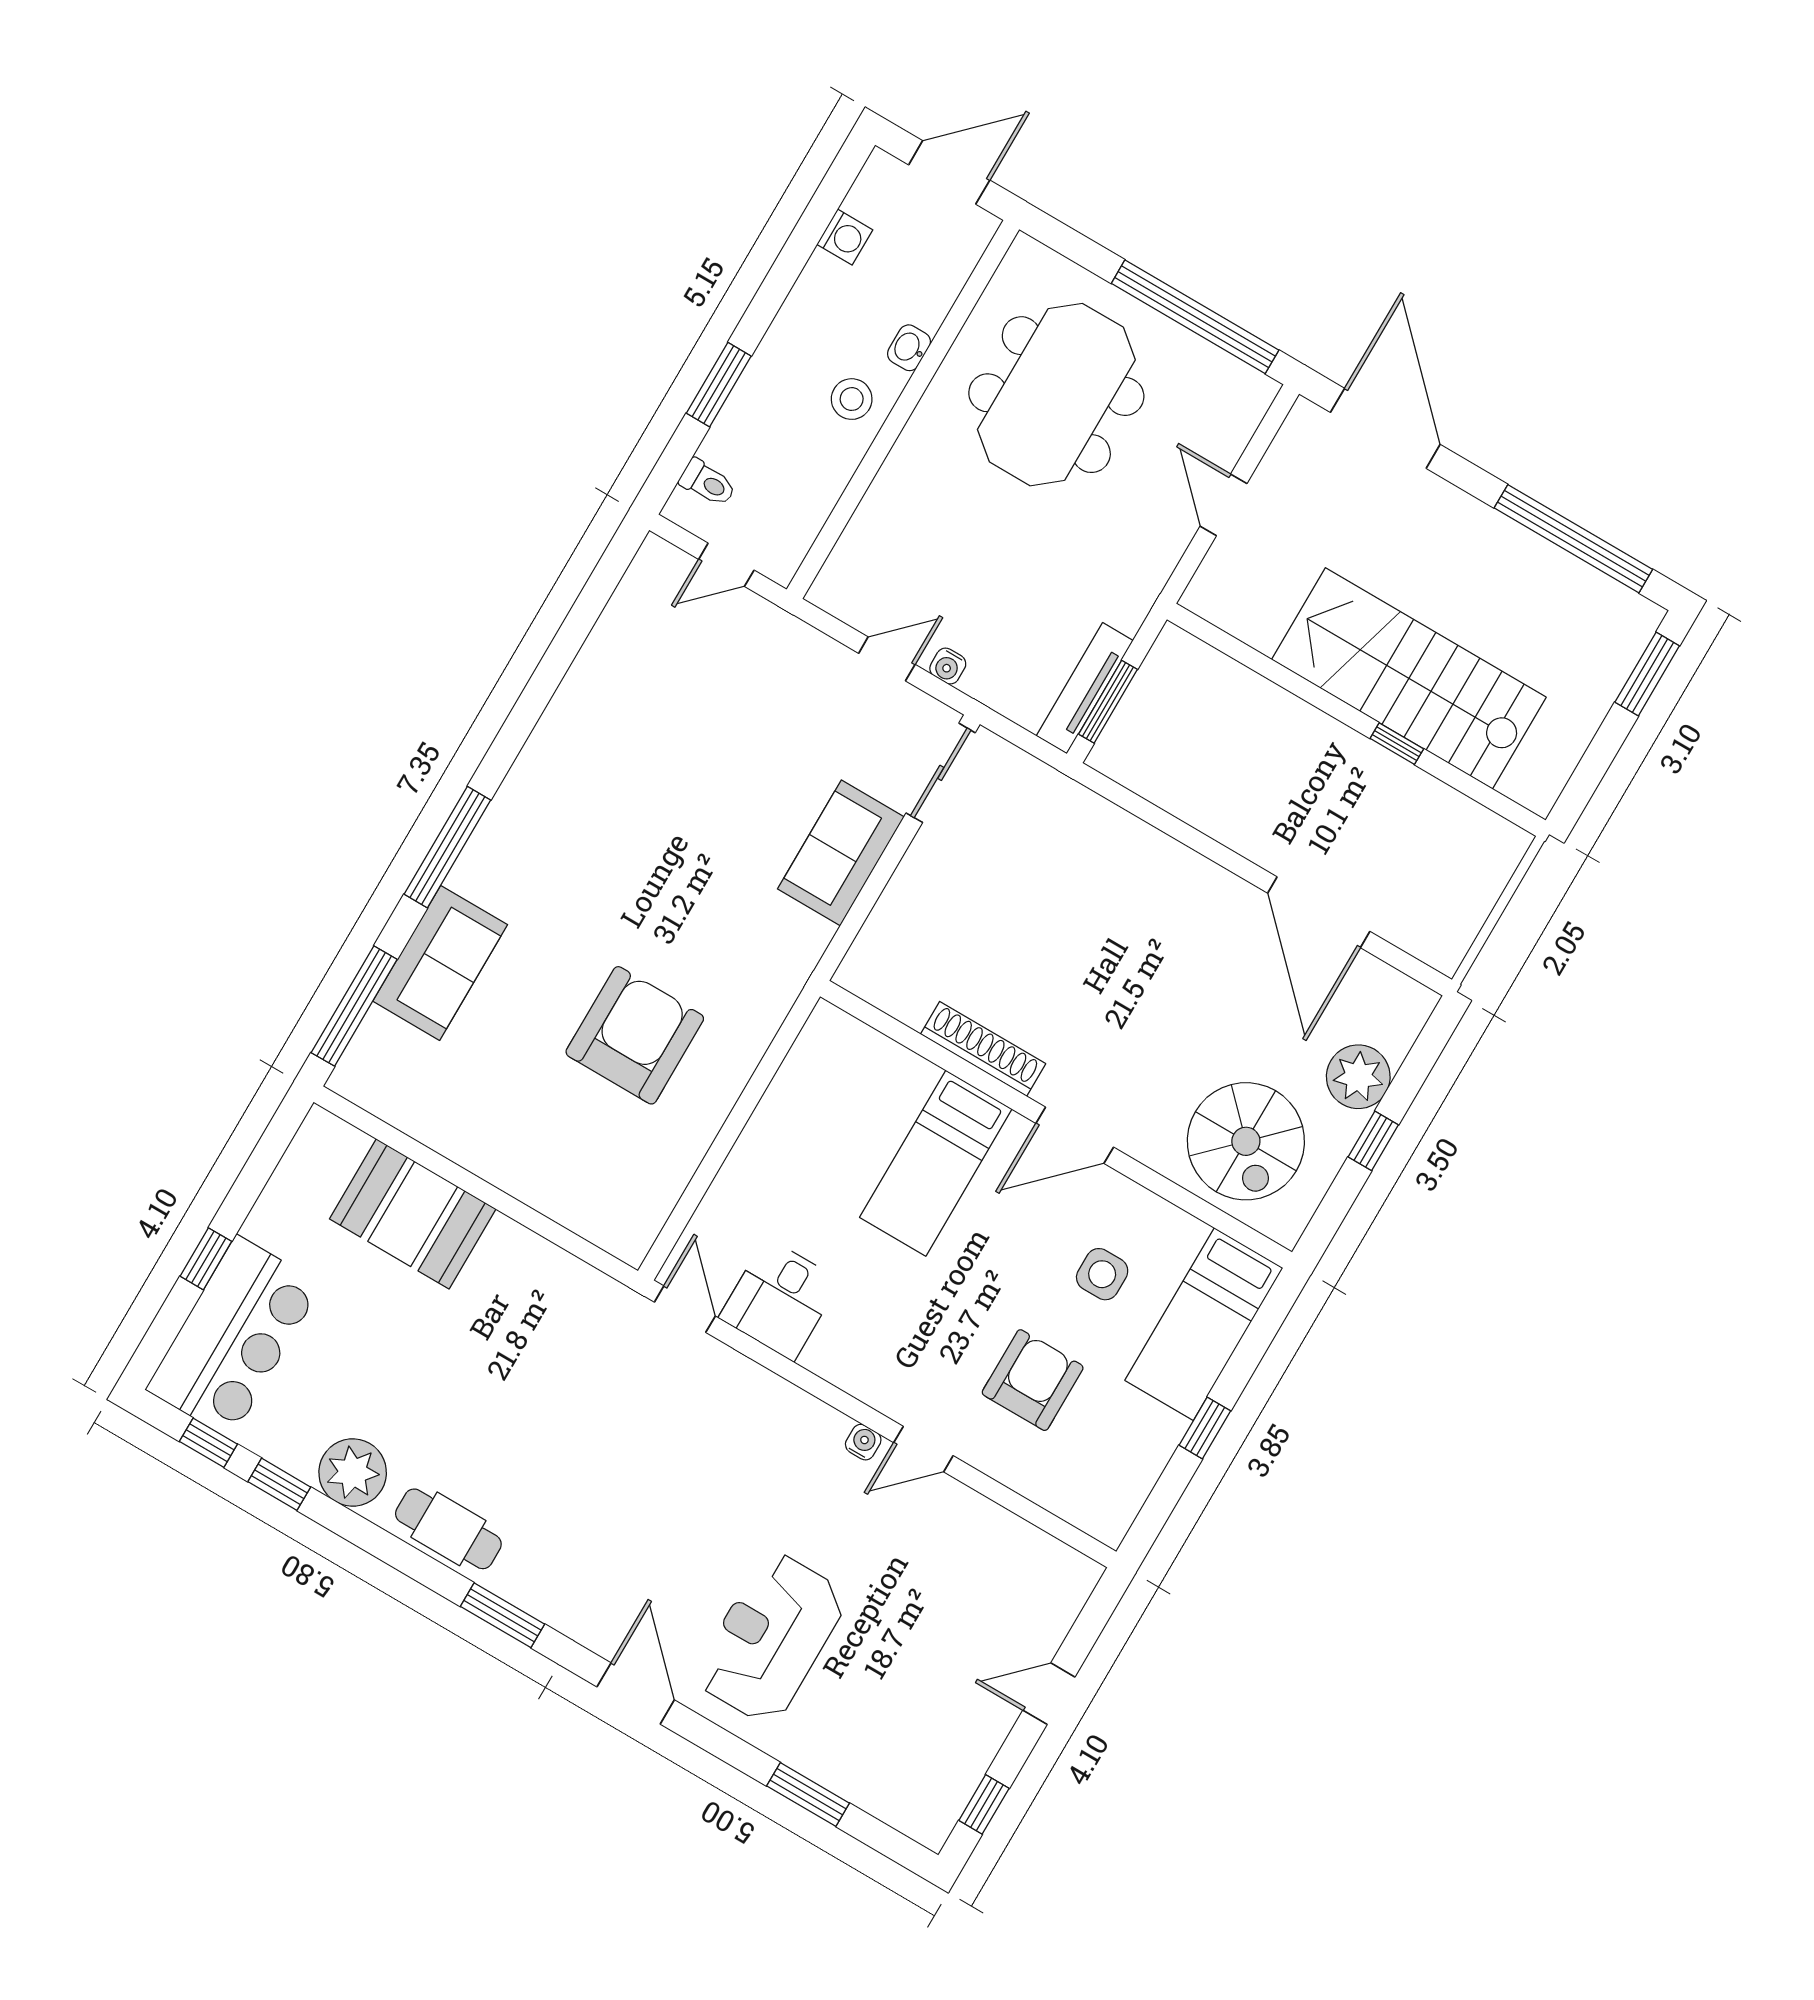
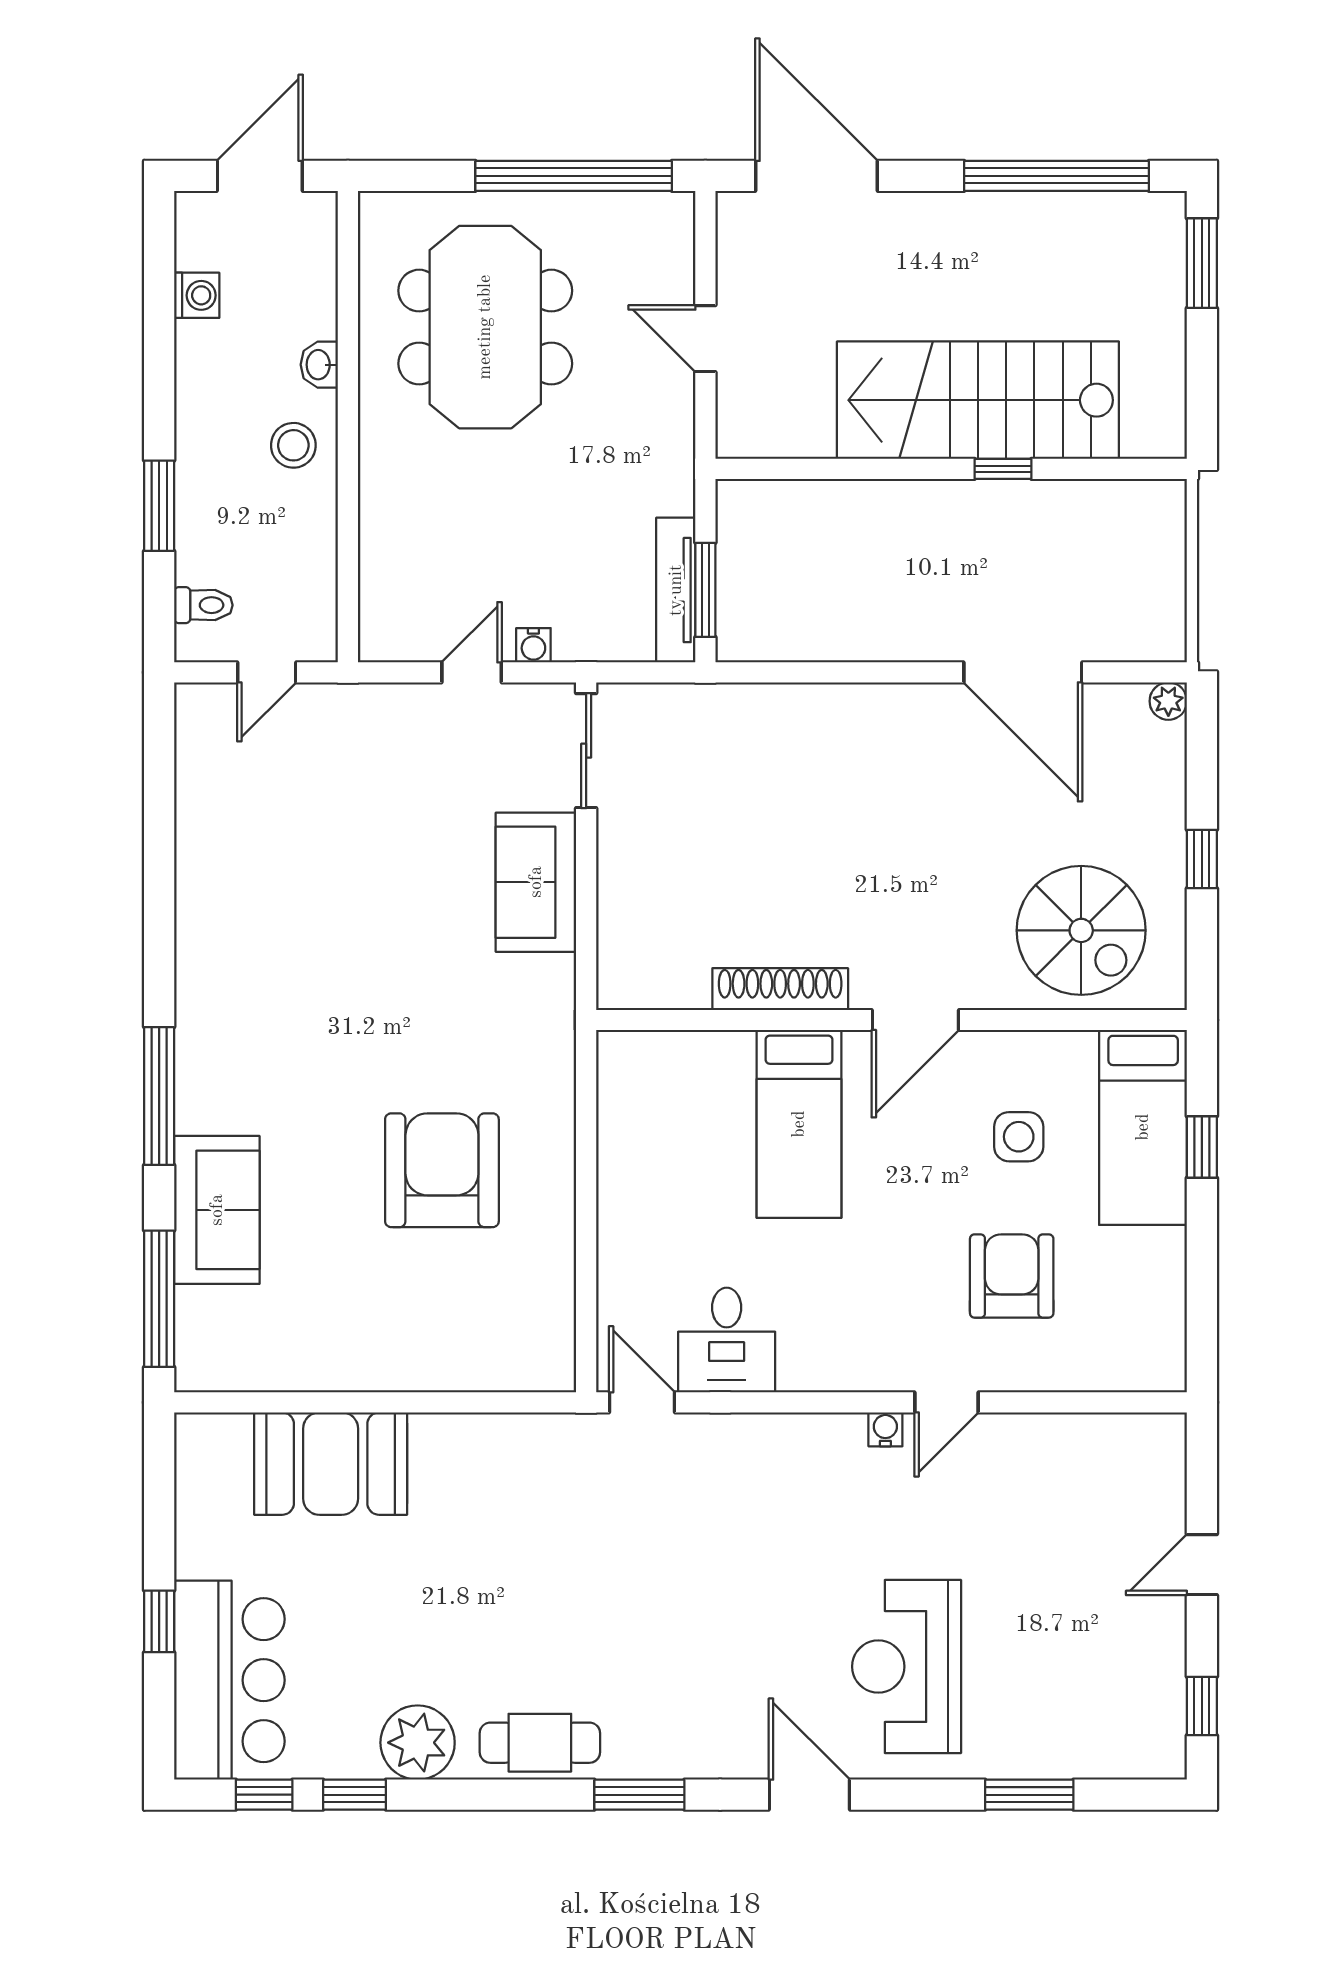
plant: (1358, 1077) -> (1168, 701), moved, width x0.53, depth x0.53
window: (1205, 1428) -> (1202, 1147), moved

